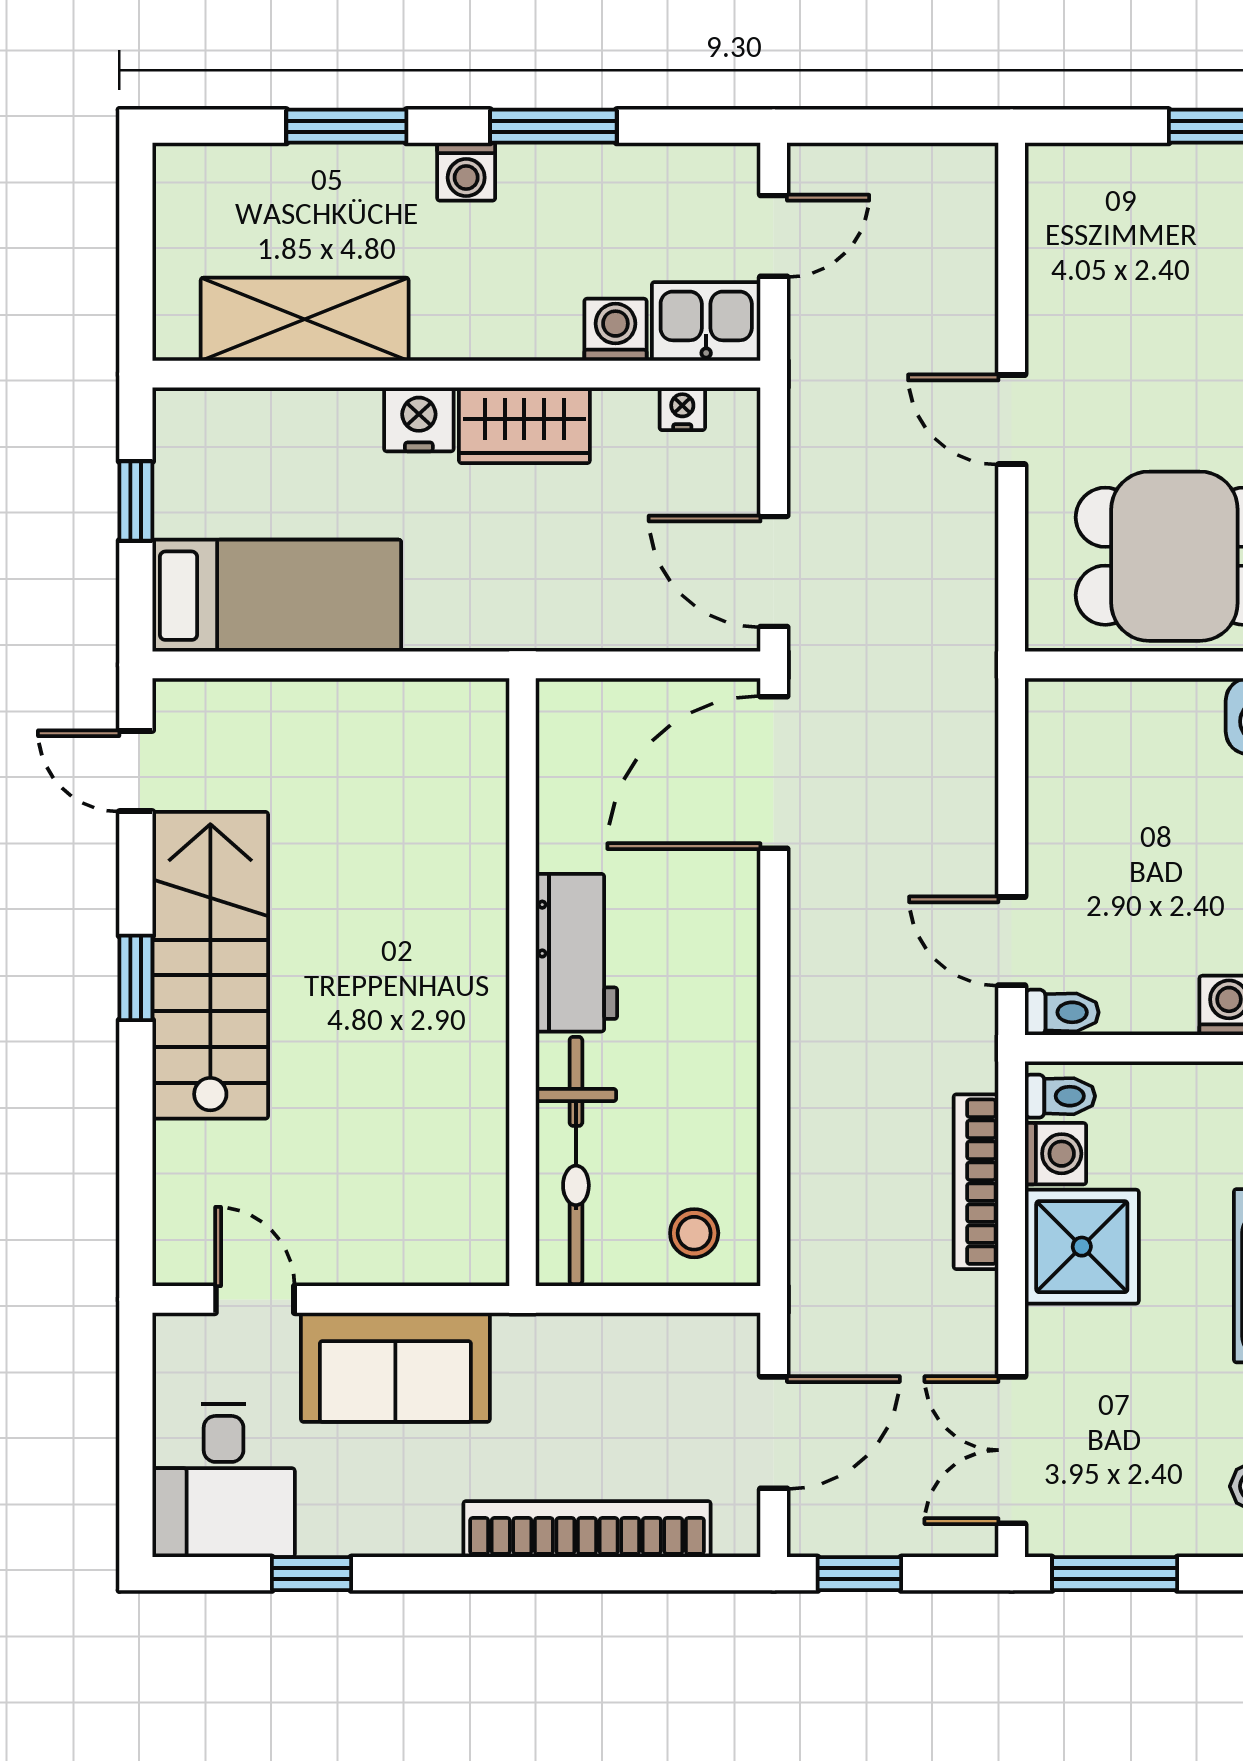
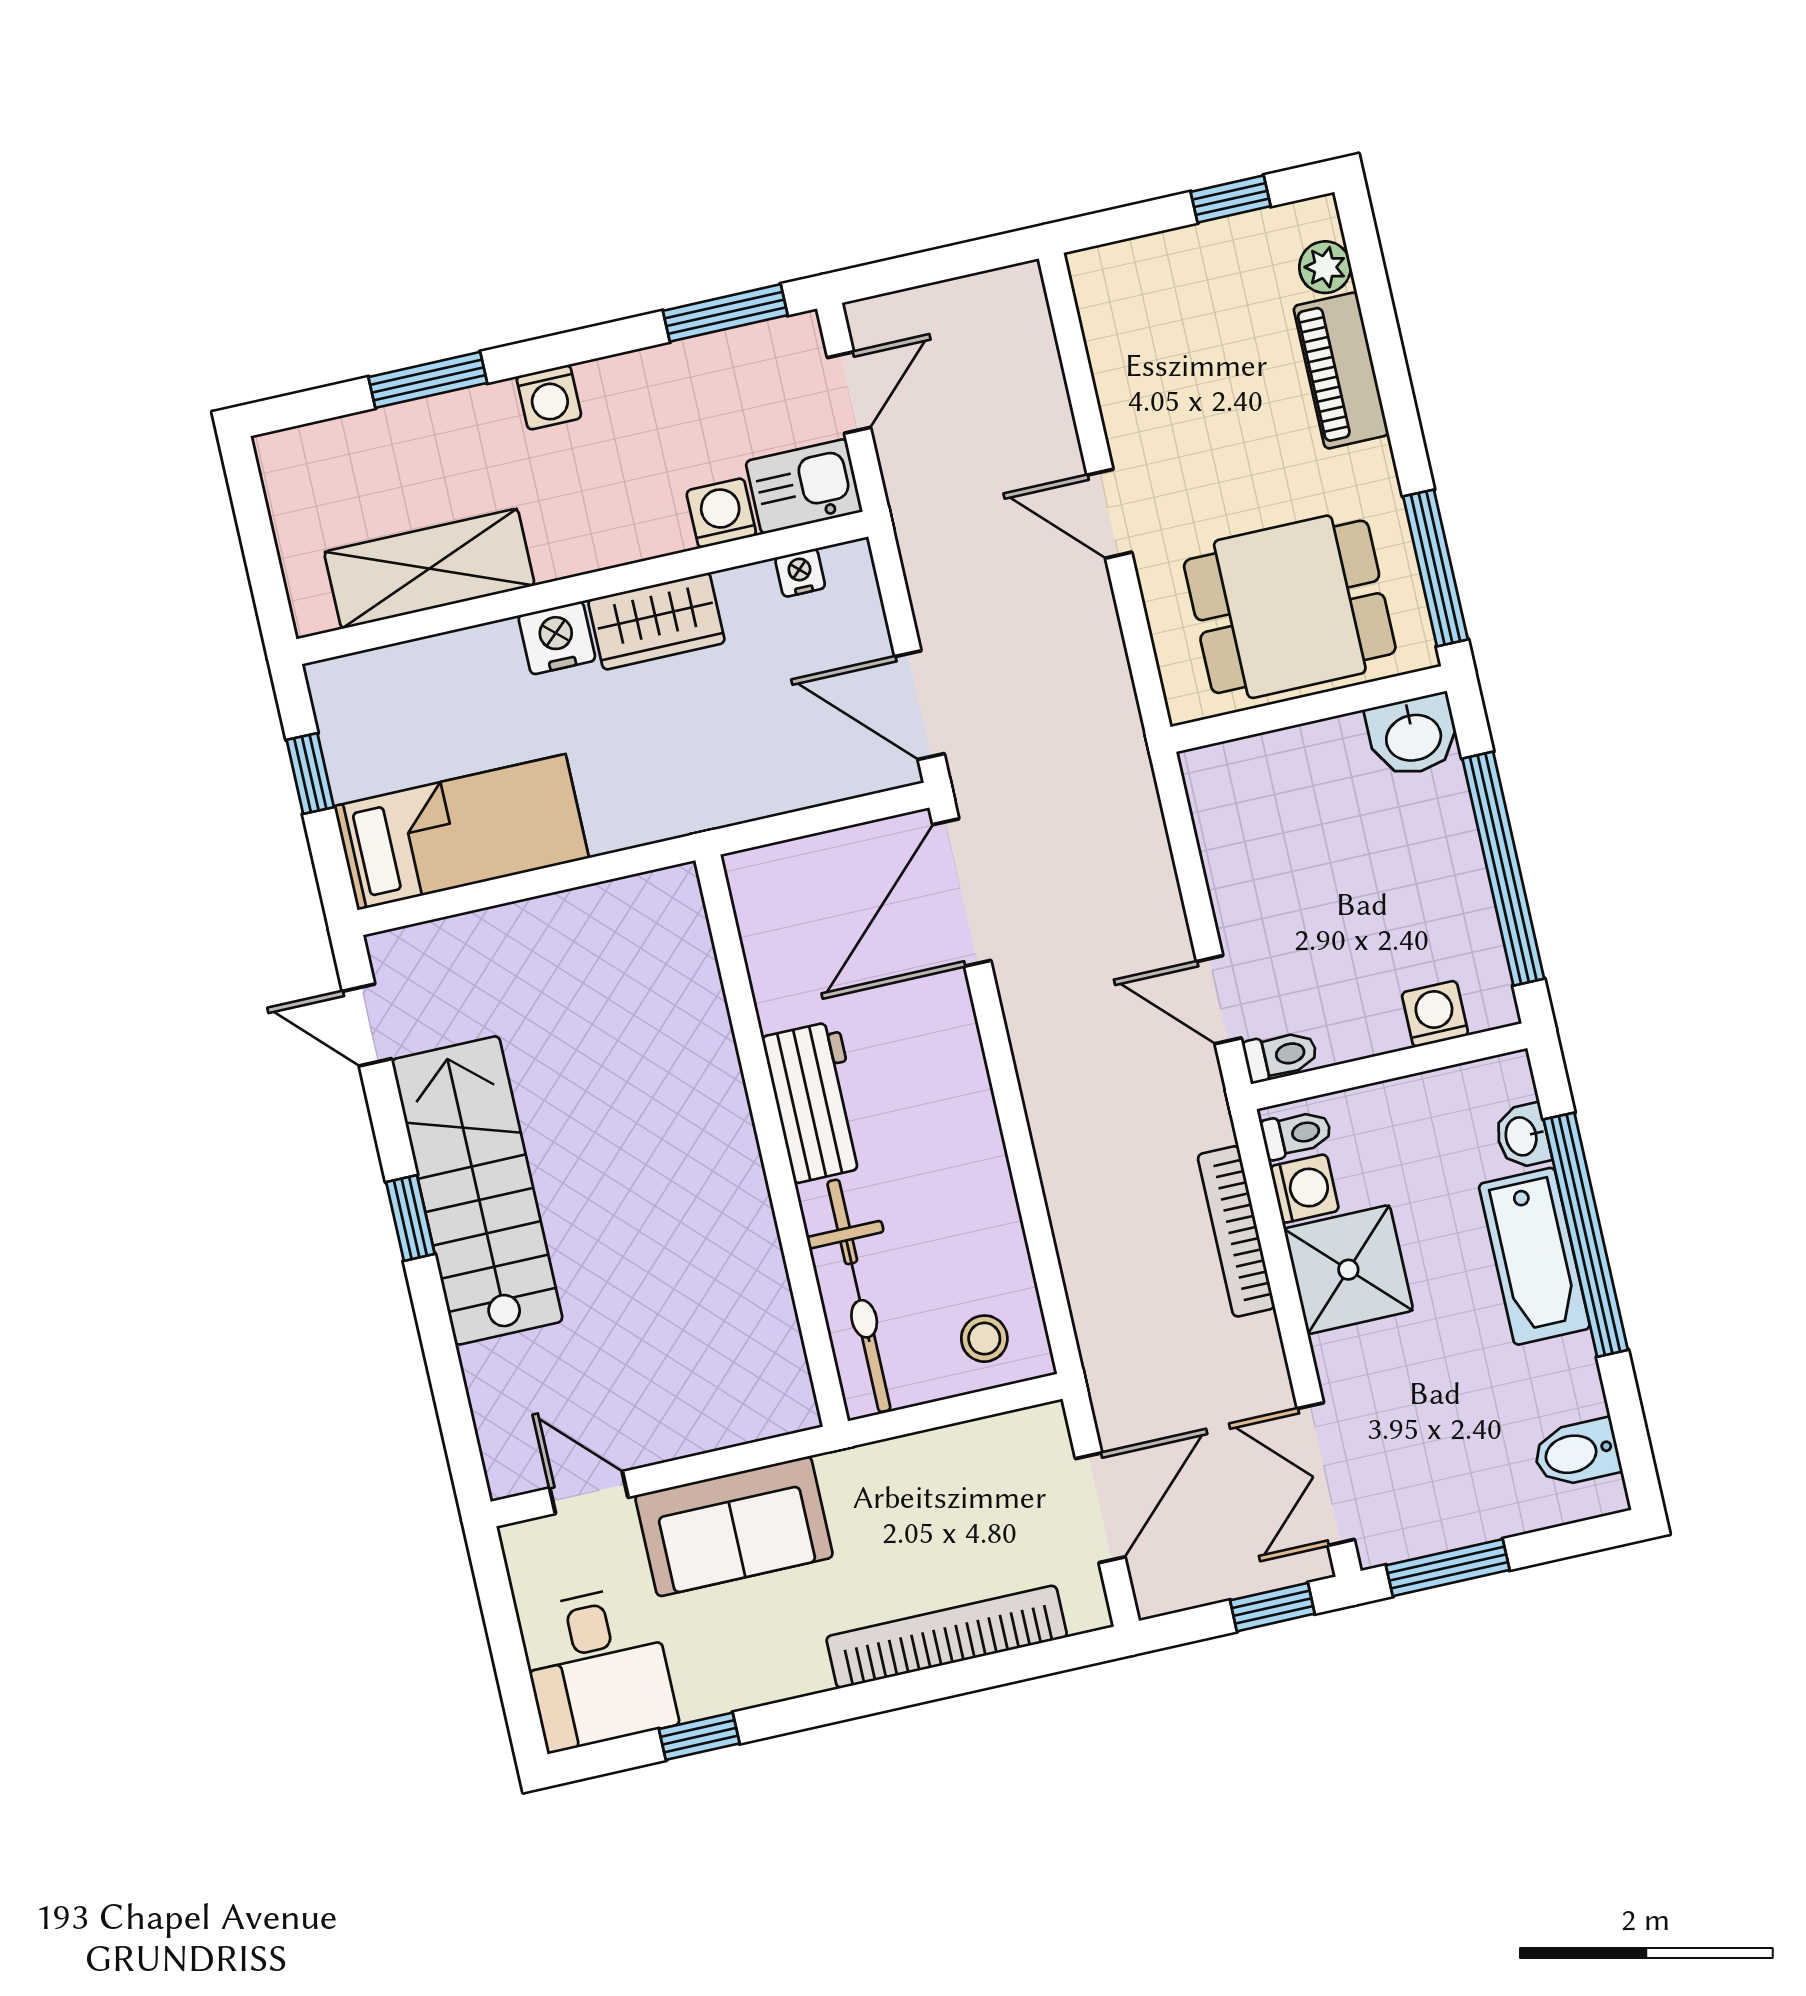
window: (553, 126) -> (725, 313), moved
window: (859, 1574) -> (1272, 1607), moved

